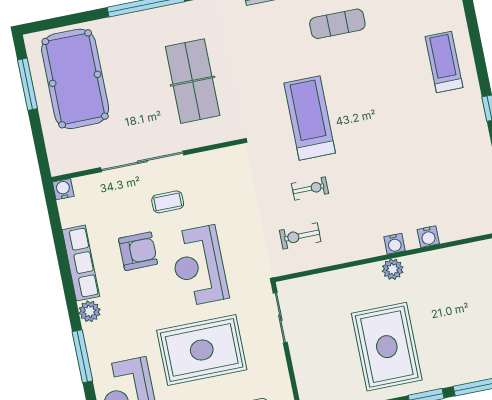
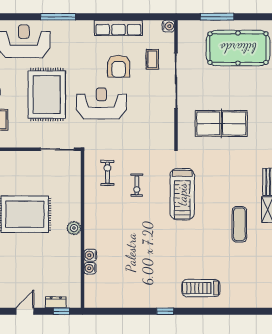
treadmill: (444, 62) -> (201, 288), turned 180
window: (28, 84) -> (217, 17), moved
treadmill: (310, 118) -> (182, 194), turned 90
coffee table: (168, 202) -> (152, 59), moved
water cooler: (394, 244) -> (90, 268), moved
plant: (90, 311) -> (86, 27), removed

